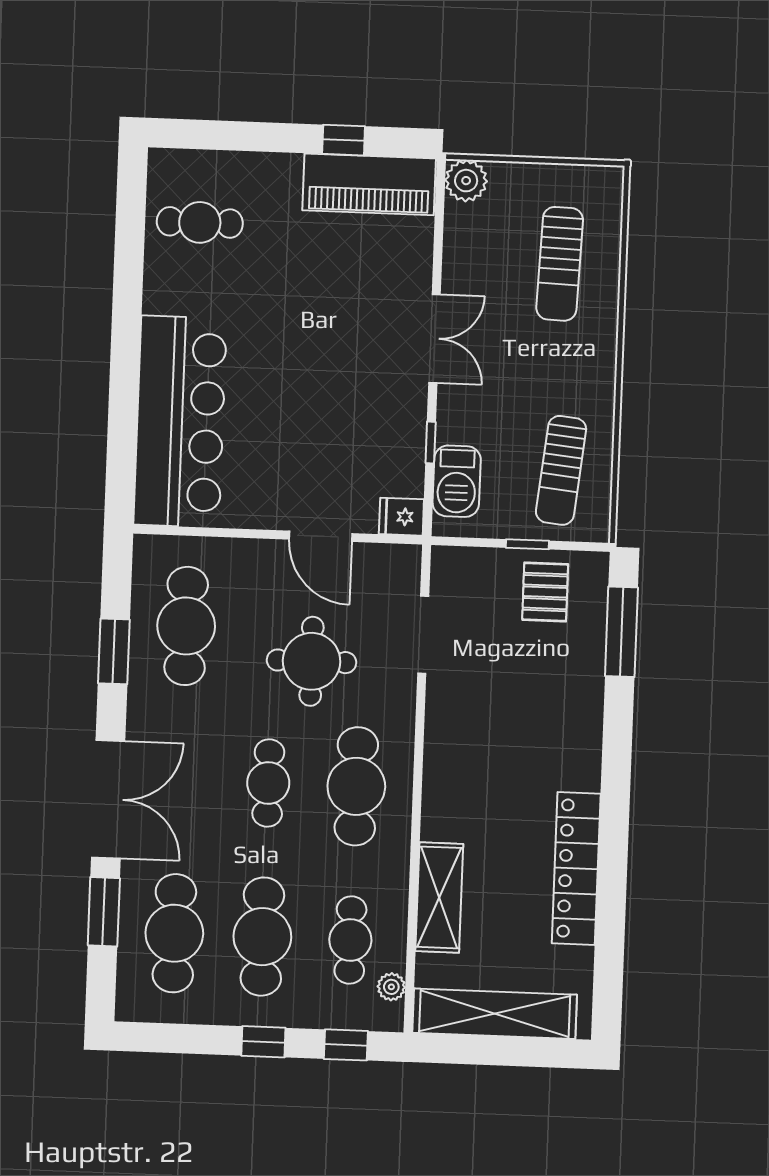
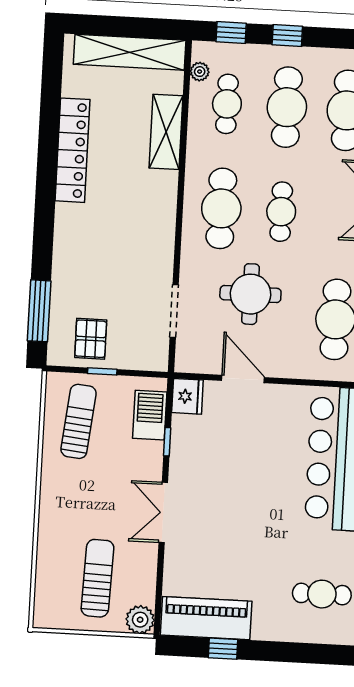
sun lounger: (560, 264) -> (97, 578), moved
fridge: (401, 517) -> (187, 396), width x1.38

